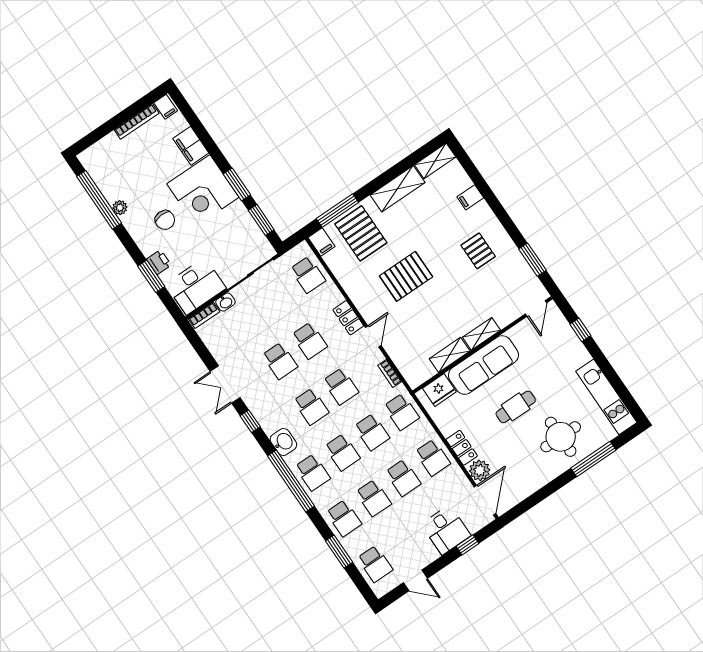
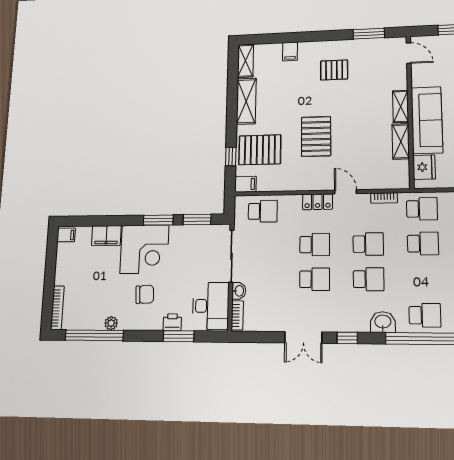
bookcase: (137, 121) -> (57, 308), moved
window: (337, 211) -> (231, 157), width x0.46
school desk: (342, 452) -> (424, 279), removed

